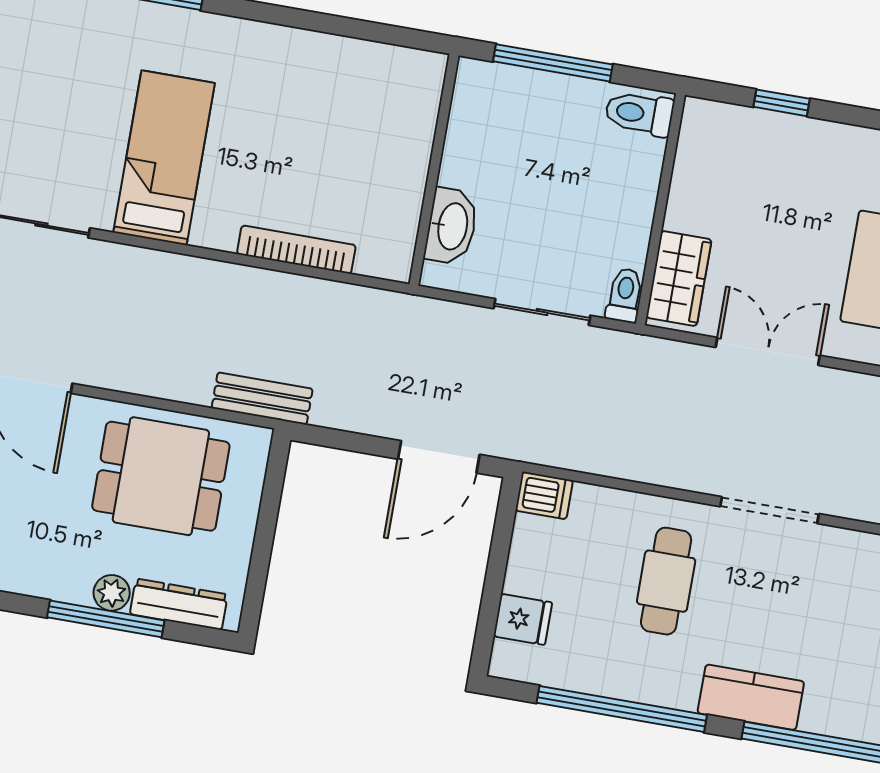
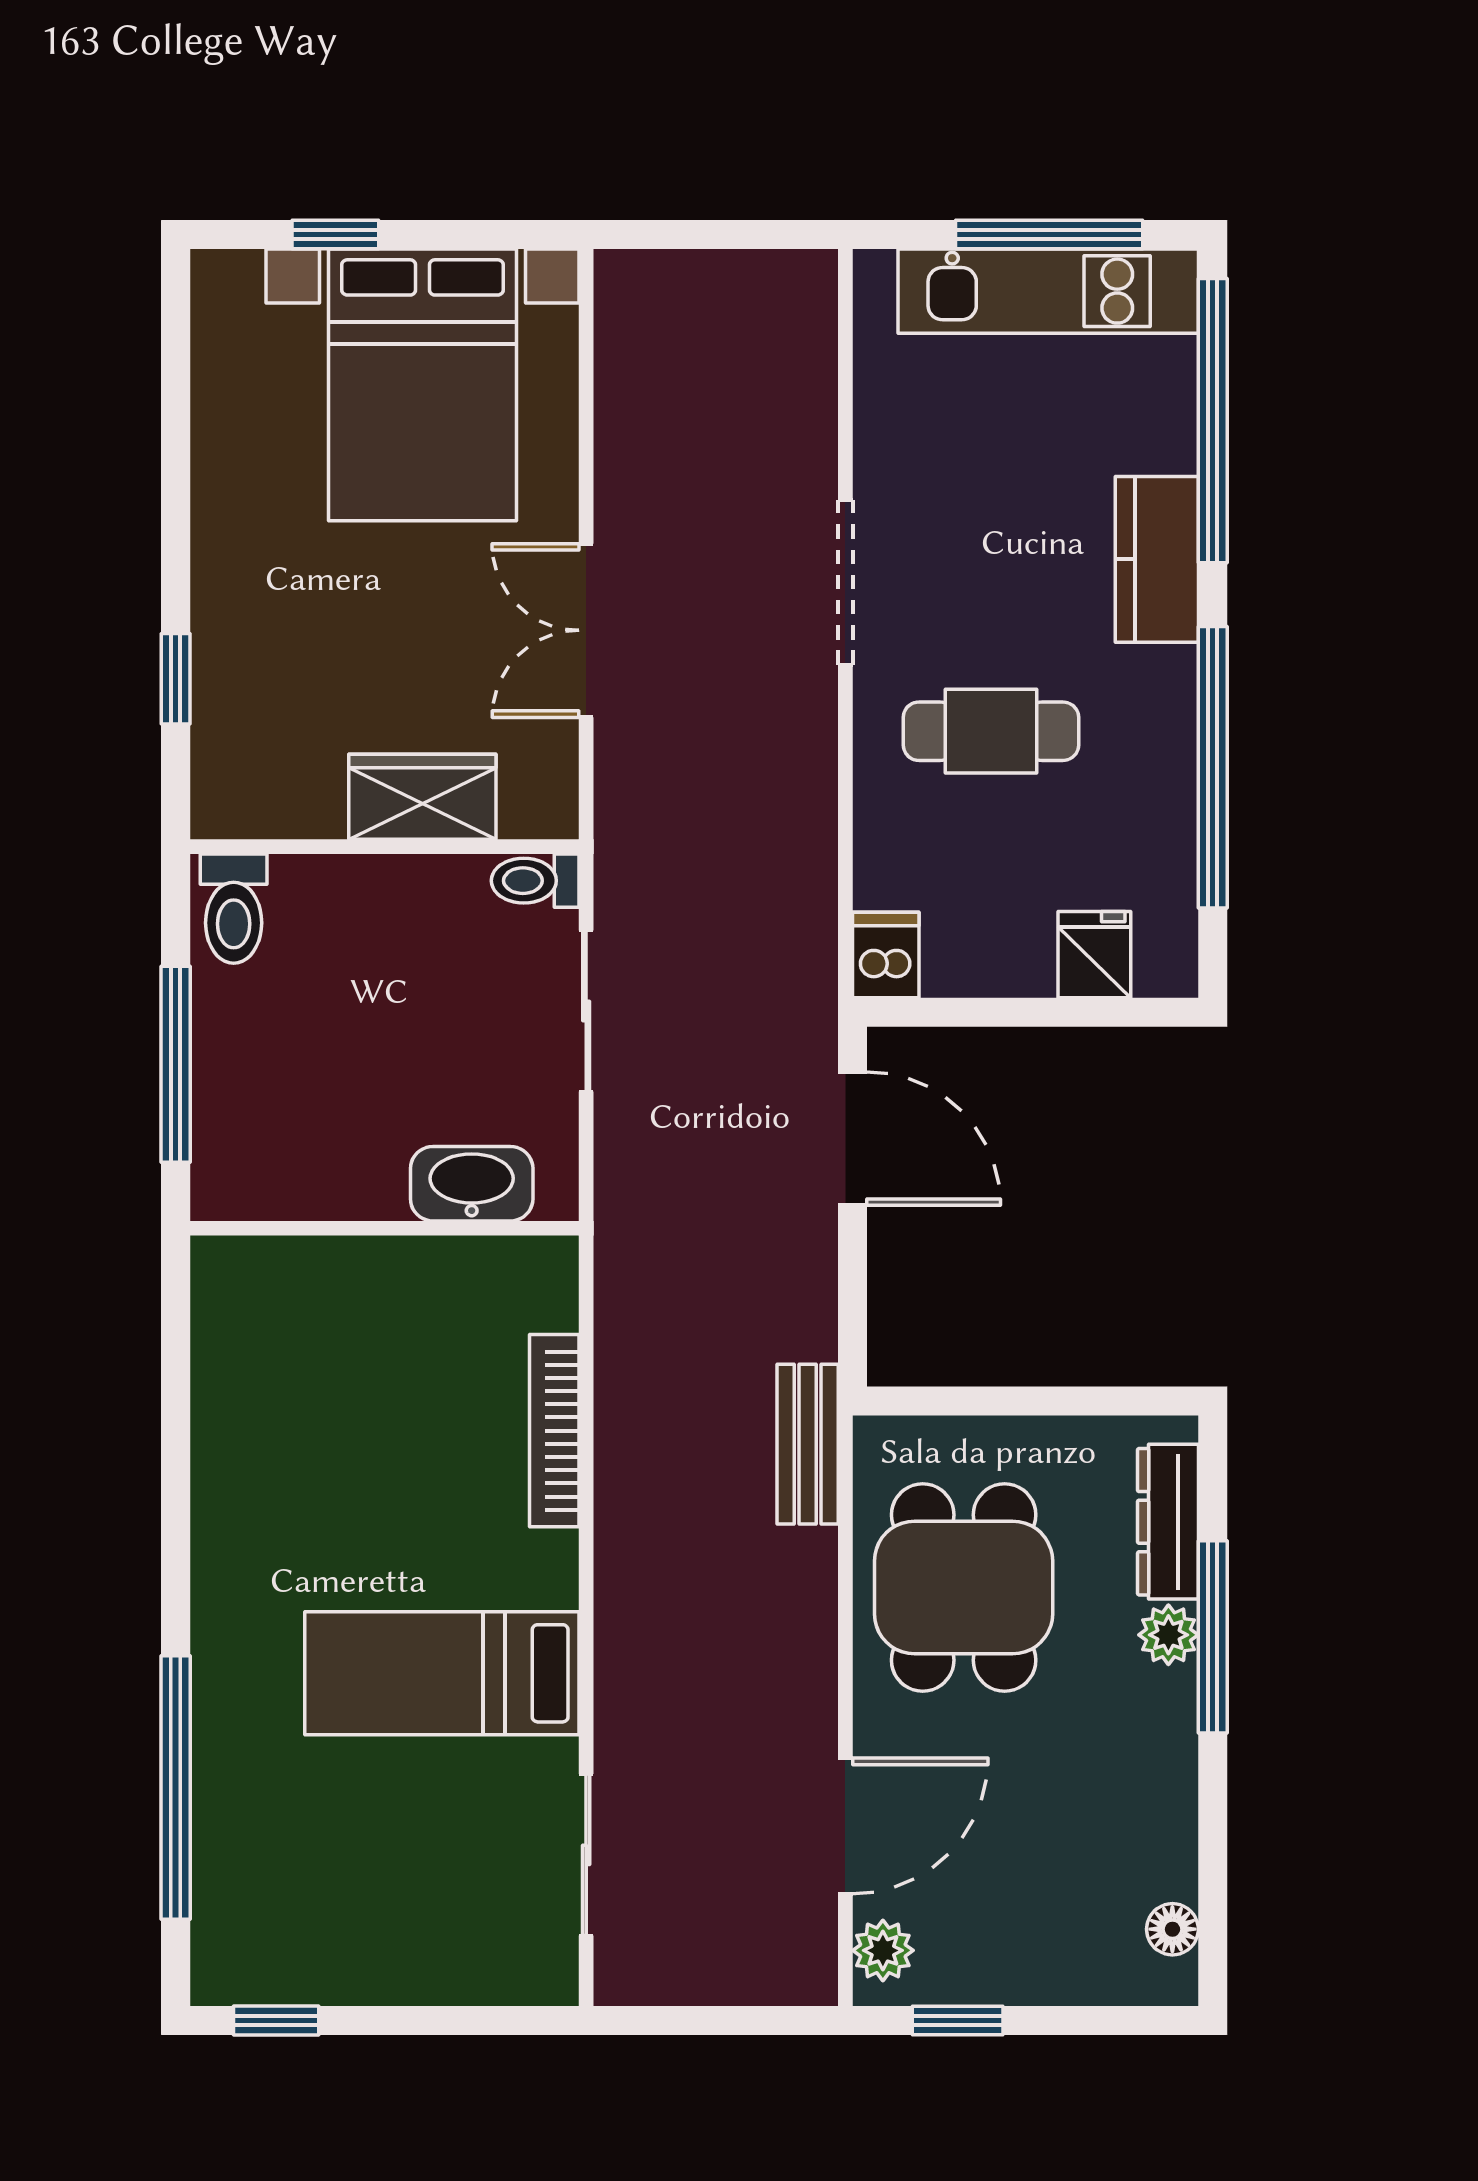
wardrobe: (679, 278) -> (422, 797), moved

